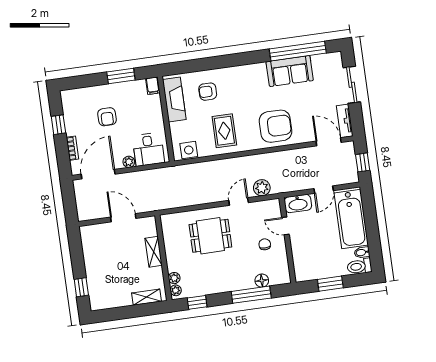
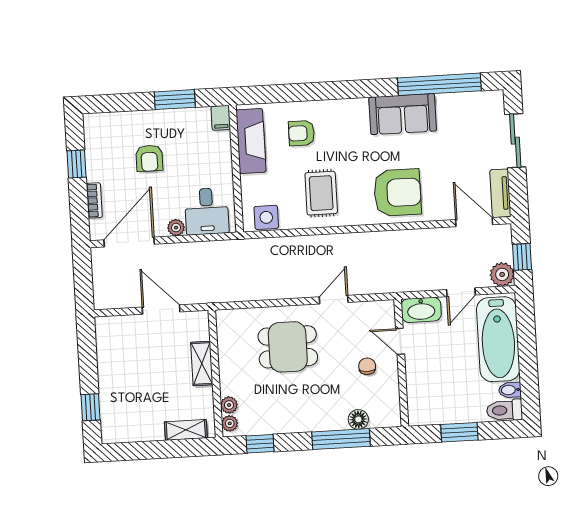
sofa: (290, 71) -> (403, 114), moved
plant: (262, 188) -> (502, 274), moved

